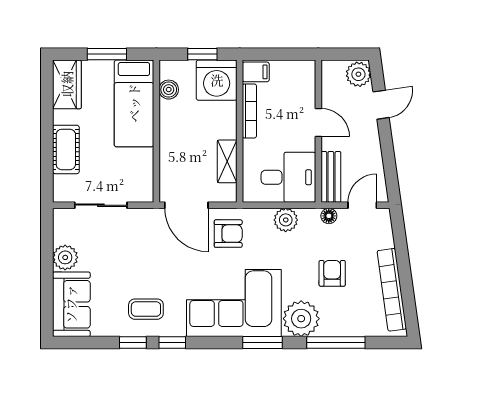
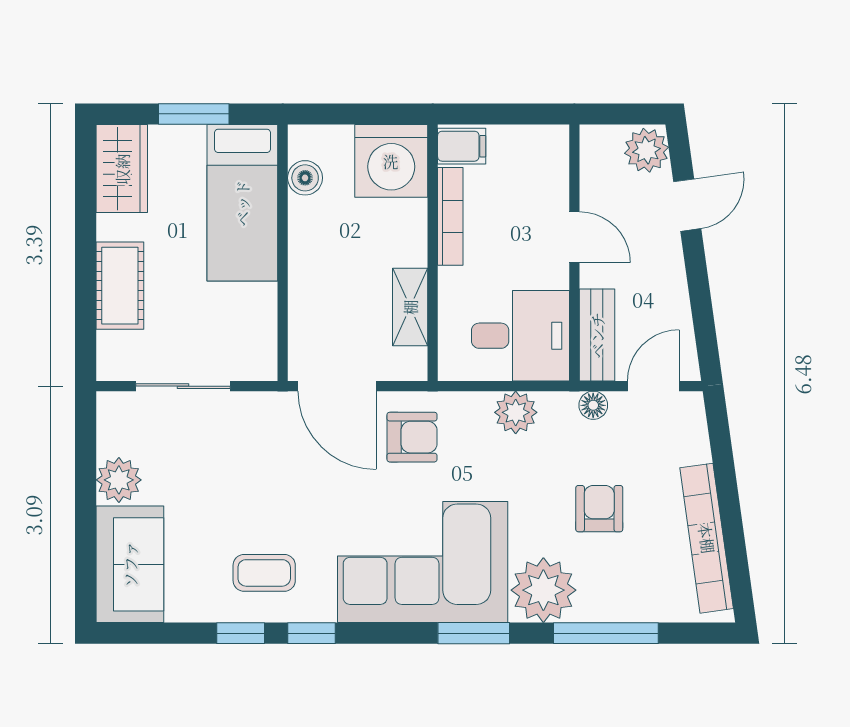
window: (202, 54) -> (366, 114), removed

